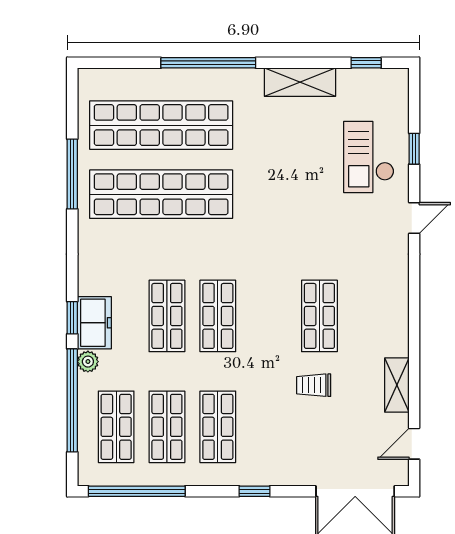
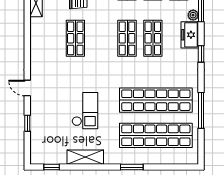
window: (208, 63) -> (132, 167), width x0.47
checkout: (369, 157) -> (85, 111), moved
door: (414, 218) -> (27, 88), hinge flipped
window: (72, 318) -> (201, 54), moved

